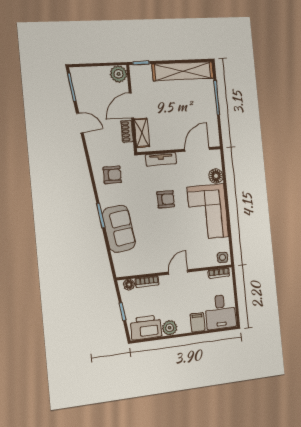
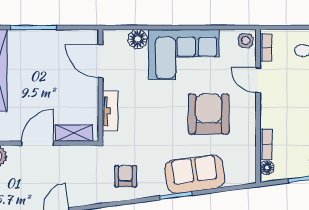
door: (131, 105) -> (38, 143), swing flipped
shoe rack: (127, 131) -> (71, 152), removed
armchair: (166, 199) -> (209, 114), moved, width x1.88, depth x1.88
door: (178, 272) -> (258, 80), moved

